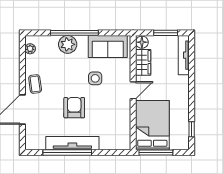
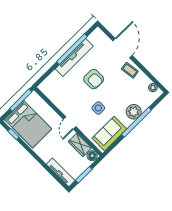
bed: (152, 125) -> (28, 124), moved

